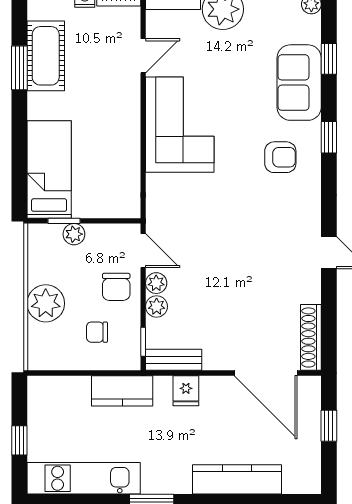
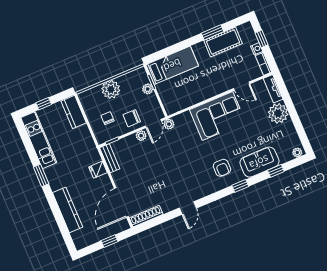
plant: (157, 306) -> (169, 124), moved
kitchen counter: (122, 391) -> (74, 112), moved

